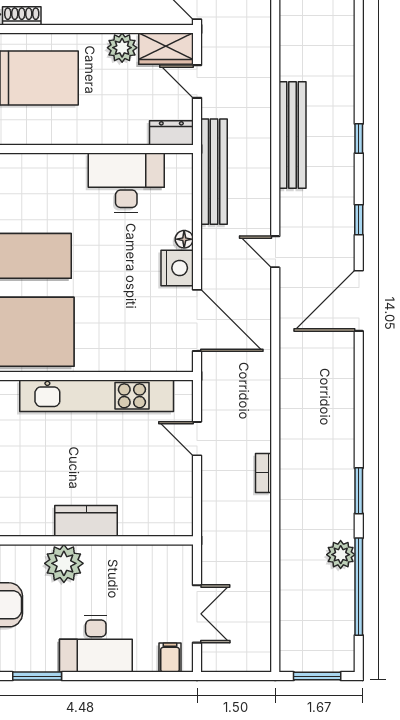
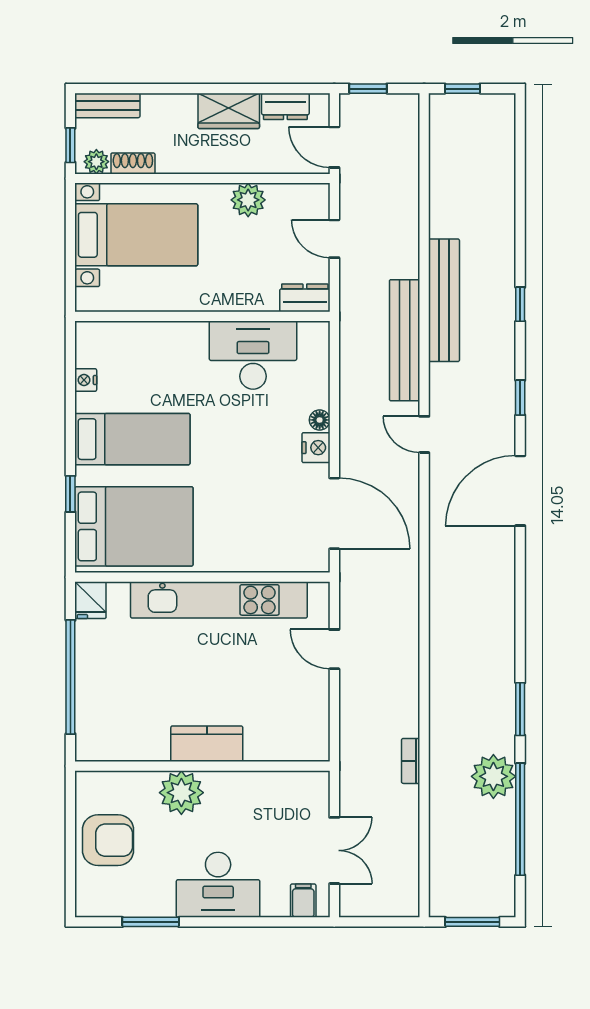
wardrobe: (166, 49) -> (299, 201), removed
bench: (214, 172) -> (405, 340), moved
nightstand: (177, 268) -> (316, 448), width x0.74, depth x0.75
bookcase: (263, 473) -> (411, 761), moved
plant: (341, 555) -> (493, 776), width x1.36, depth x1.36

